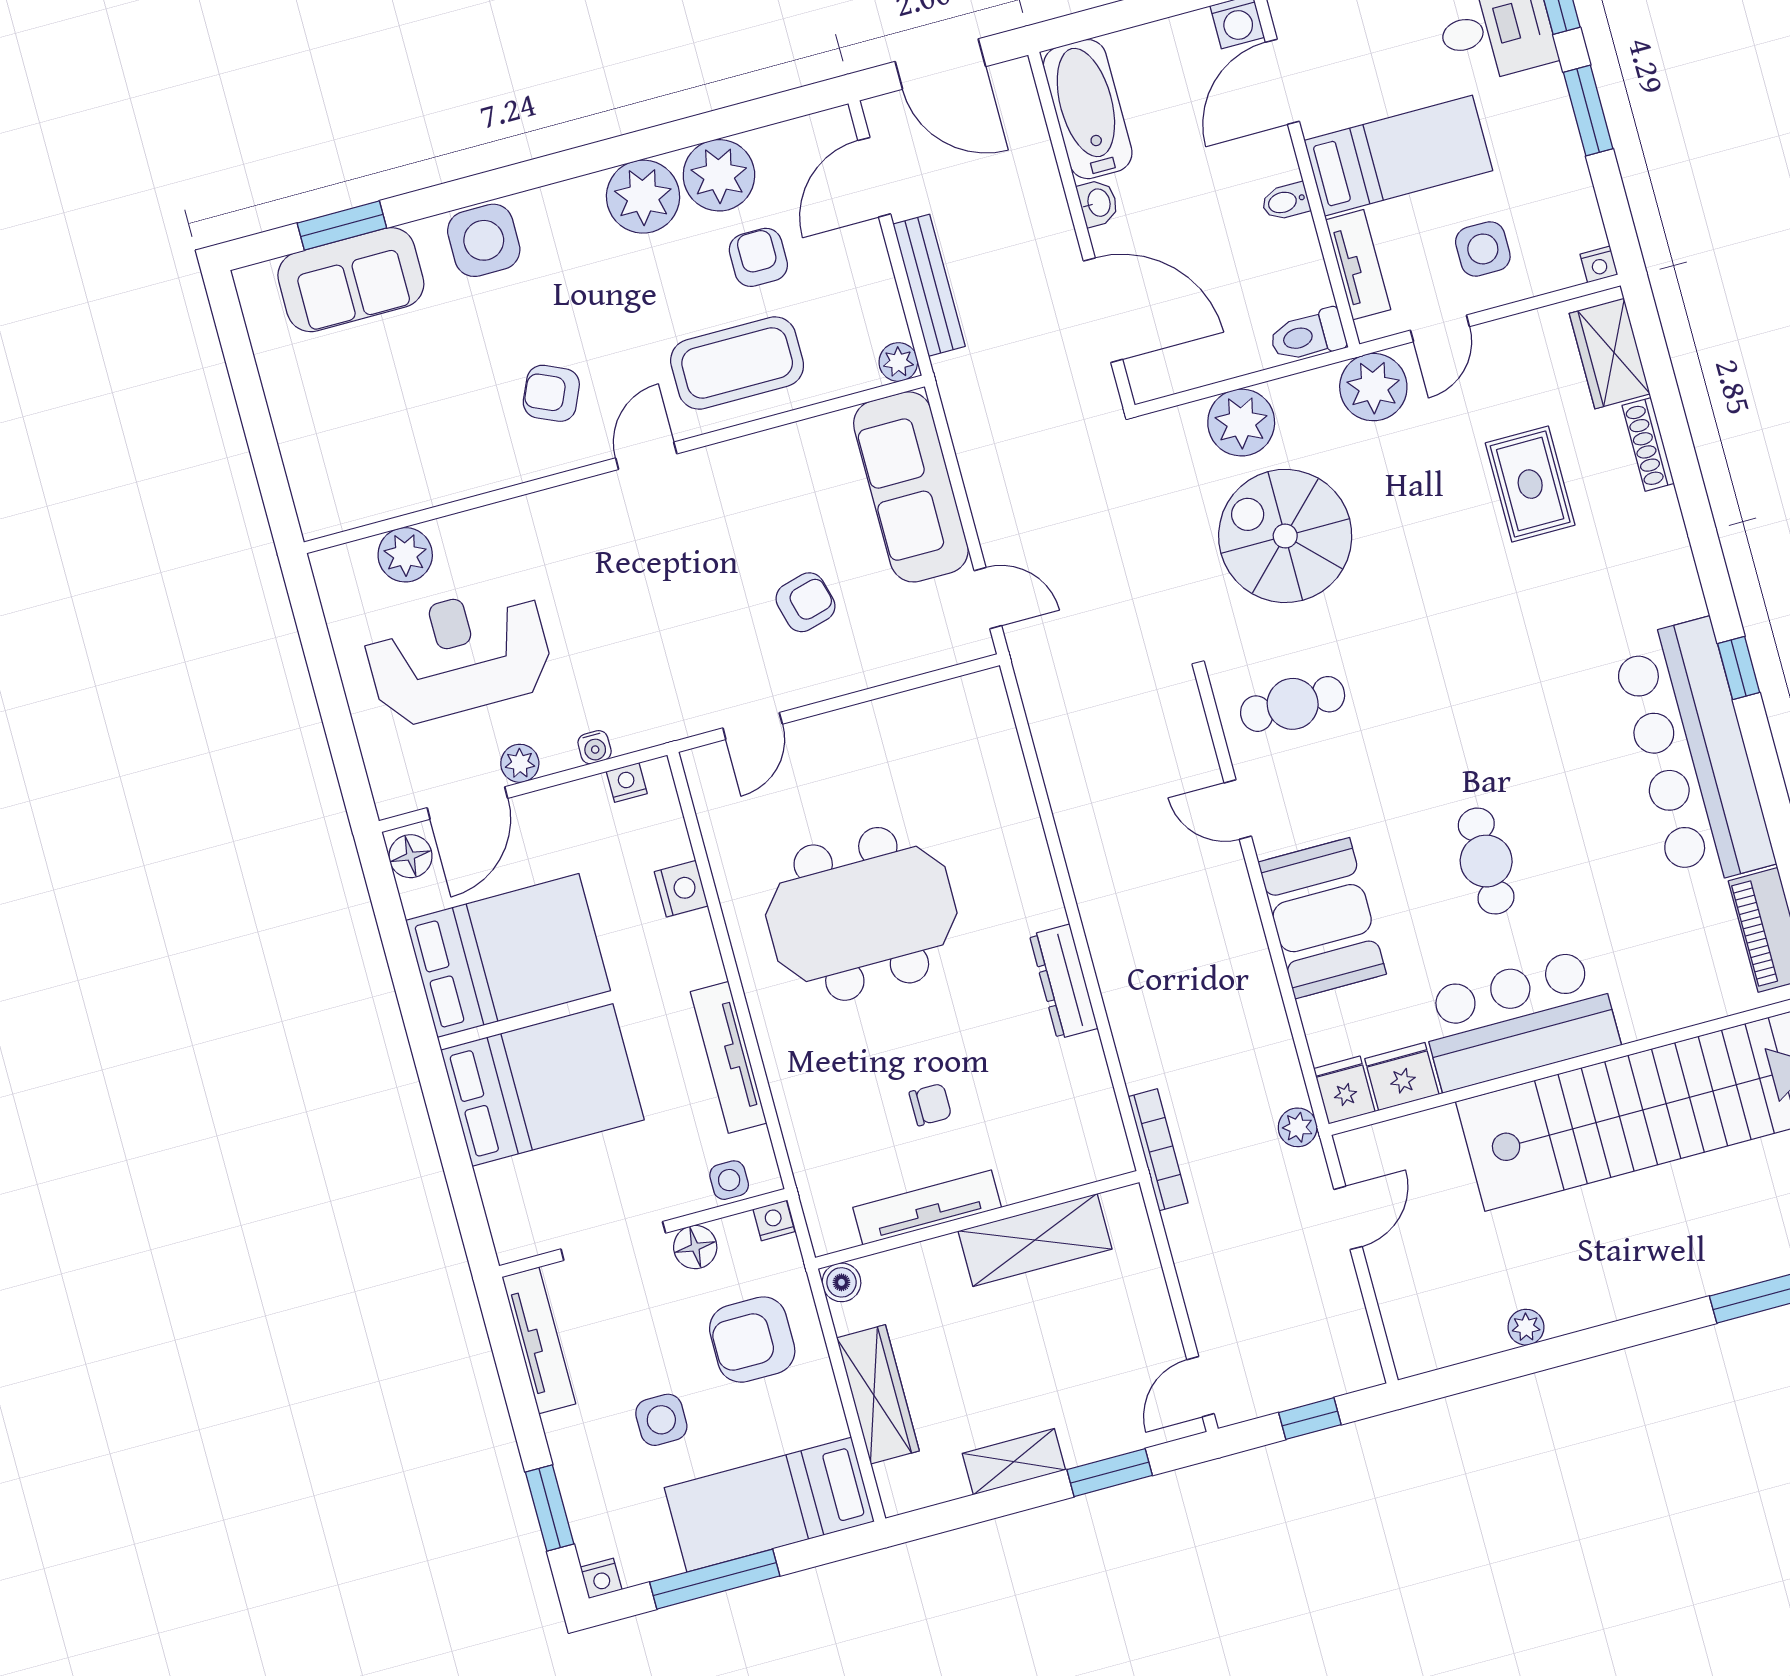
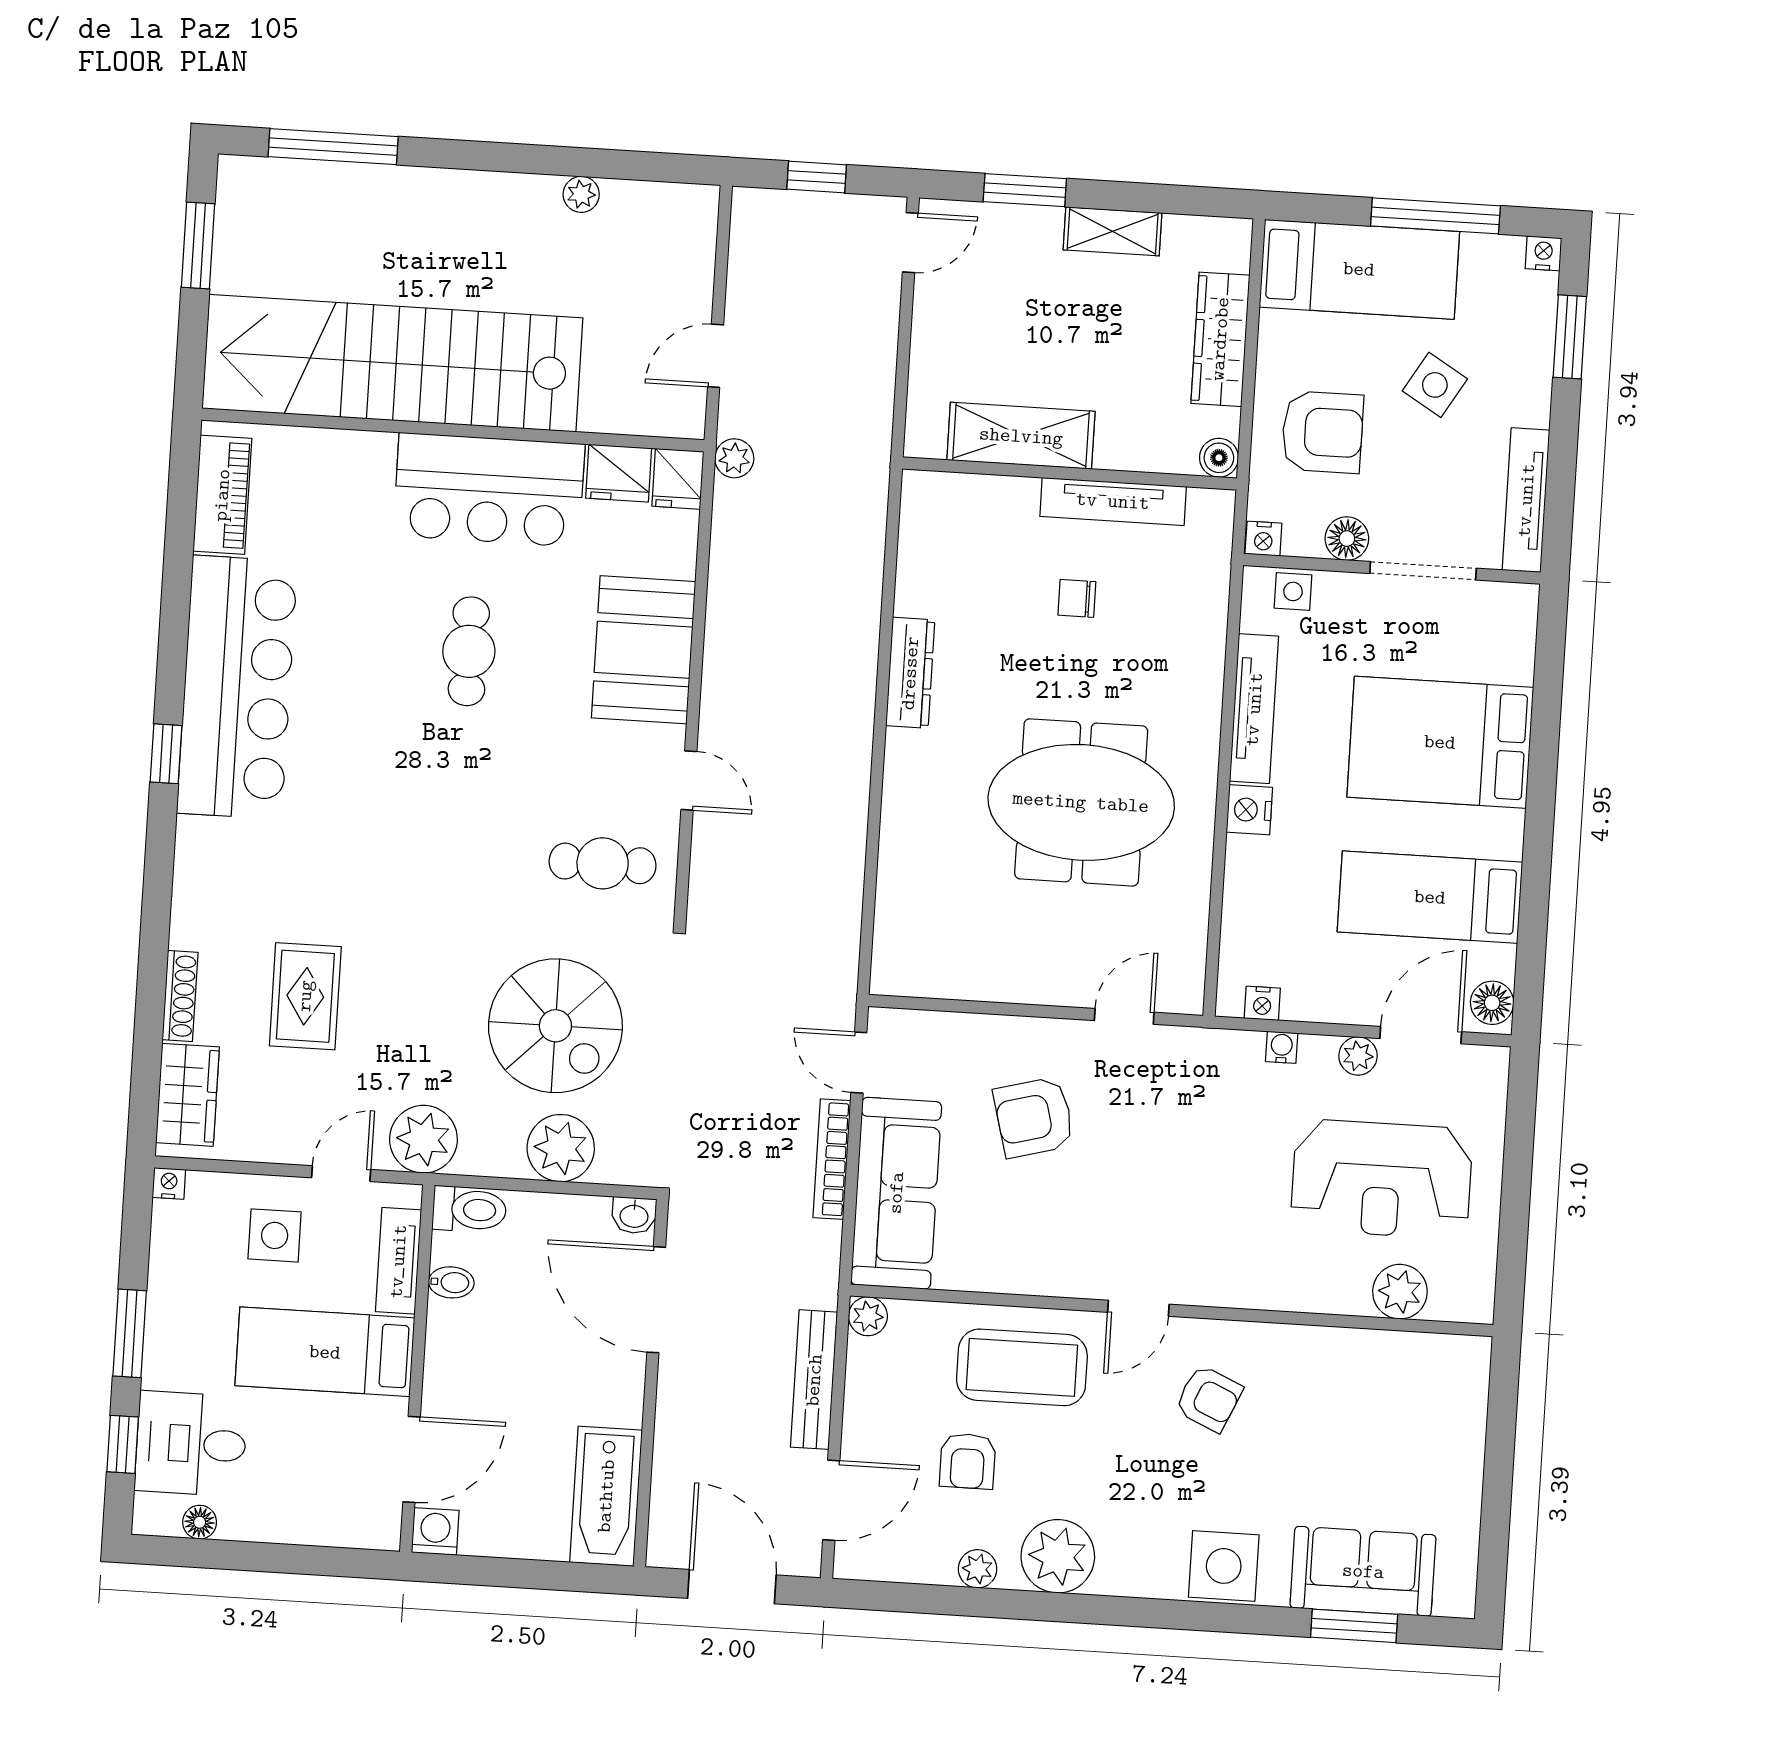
plant: (719, 175) -> (978, 1569), width x0.53, depth x0.53
bidet: (1285, 202) -> (451, 1282), moved
washbasin: (1098, 203) -> (634, 1215), moved, turned -90
armchair: (805, 602) -> (1034, 1117), width x1.38, depth x1.38
nightstand: (681, 889) -> (1249, 810), moved
bed: (508, 955) -> (1430, 897), width x0.67
bookcase: (1158, 1150) -> (832, 1159), moved
side table: (661, 1420) -> (1435, 385), turned 31

